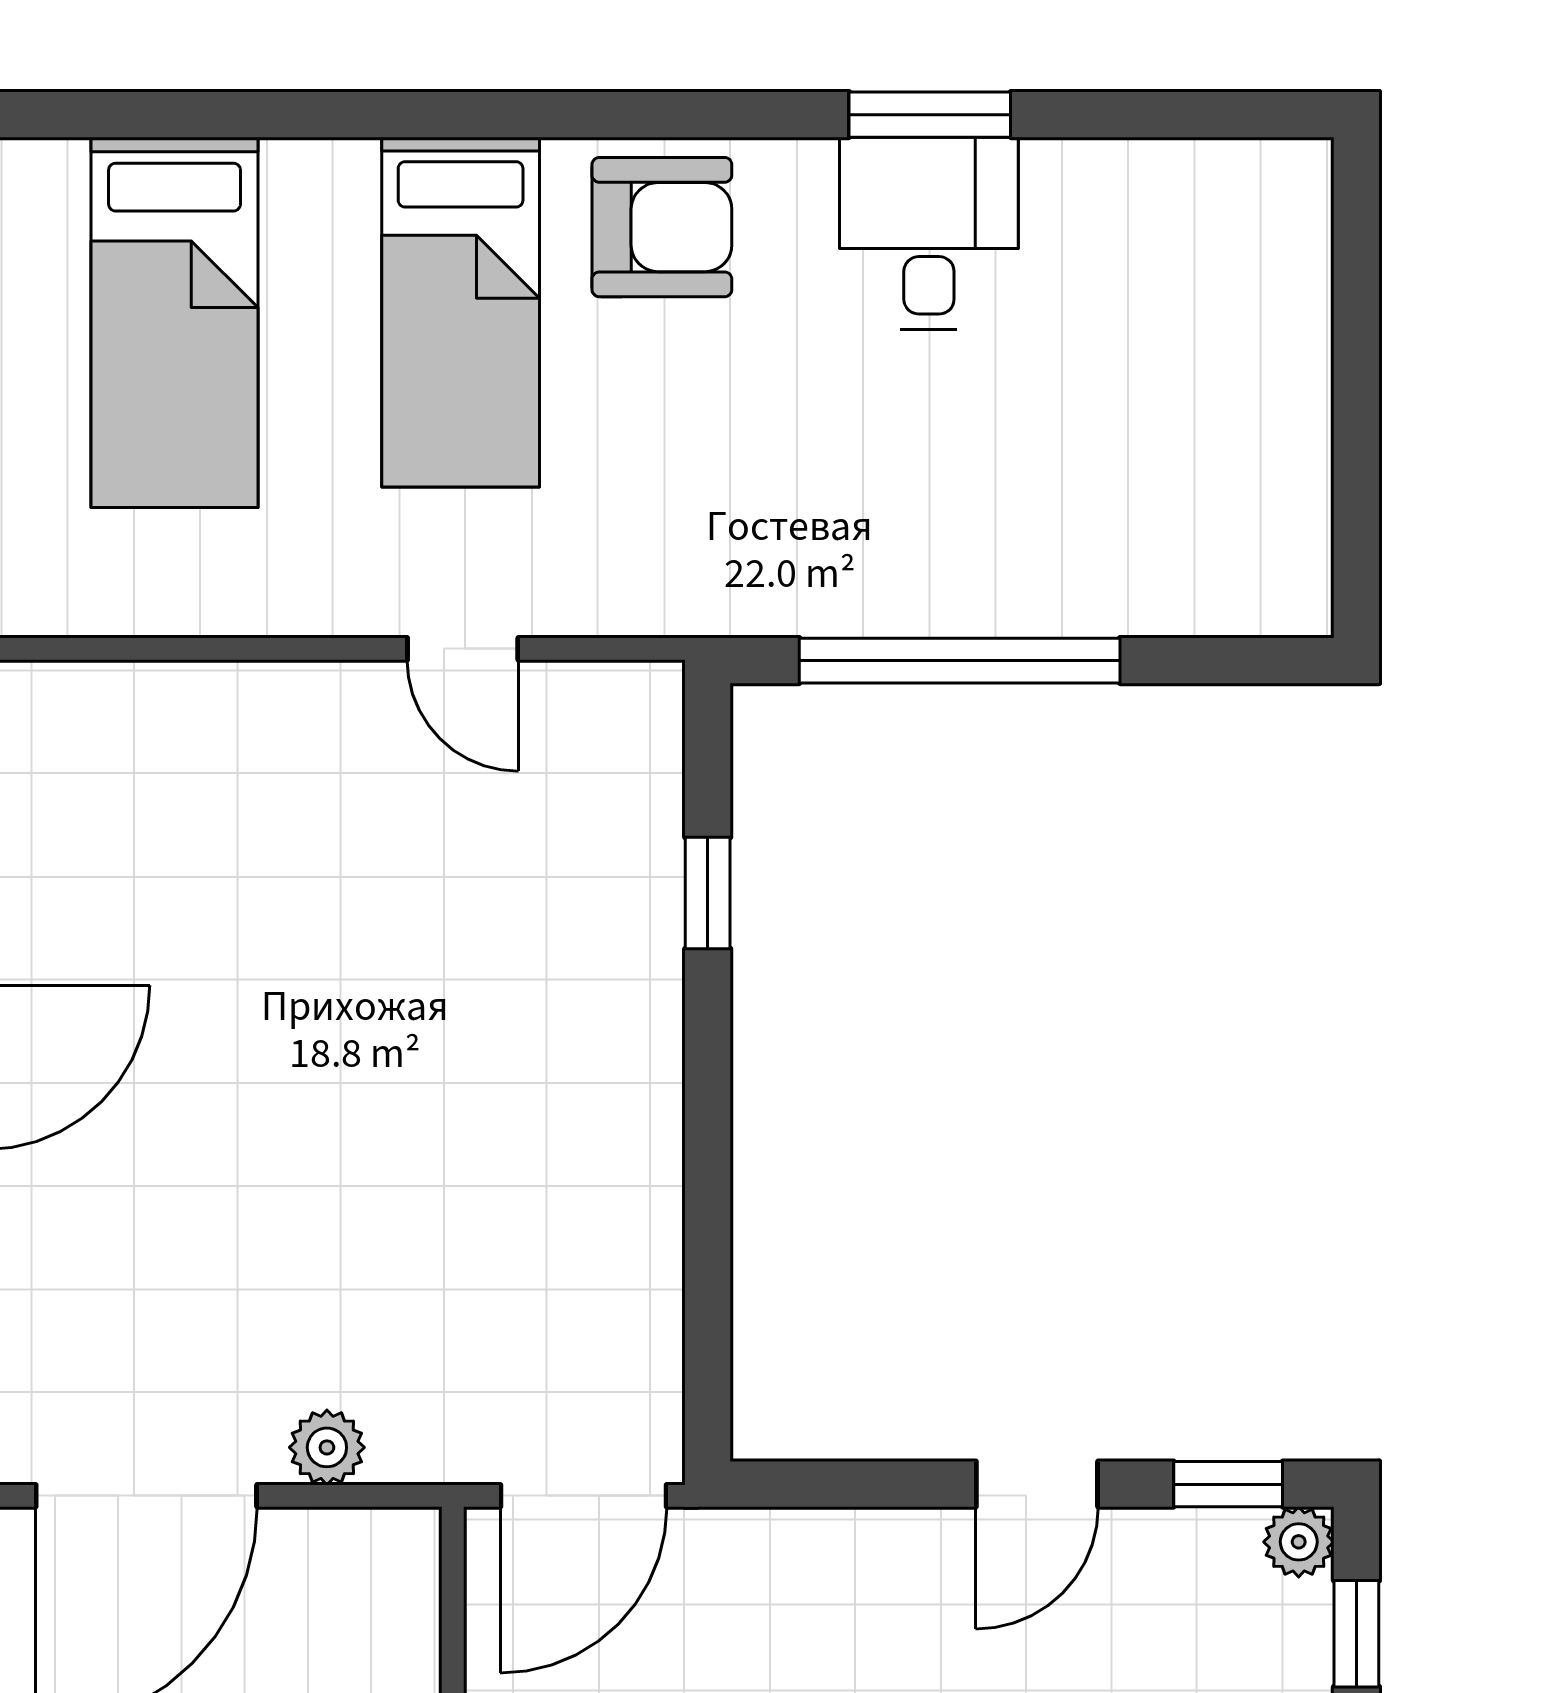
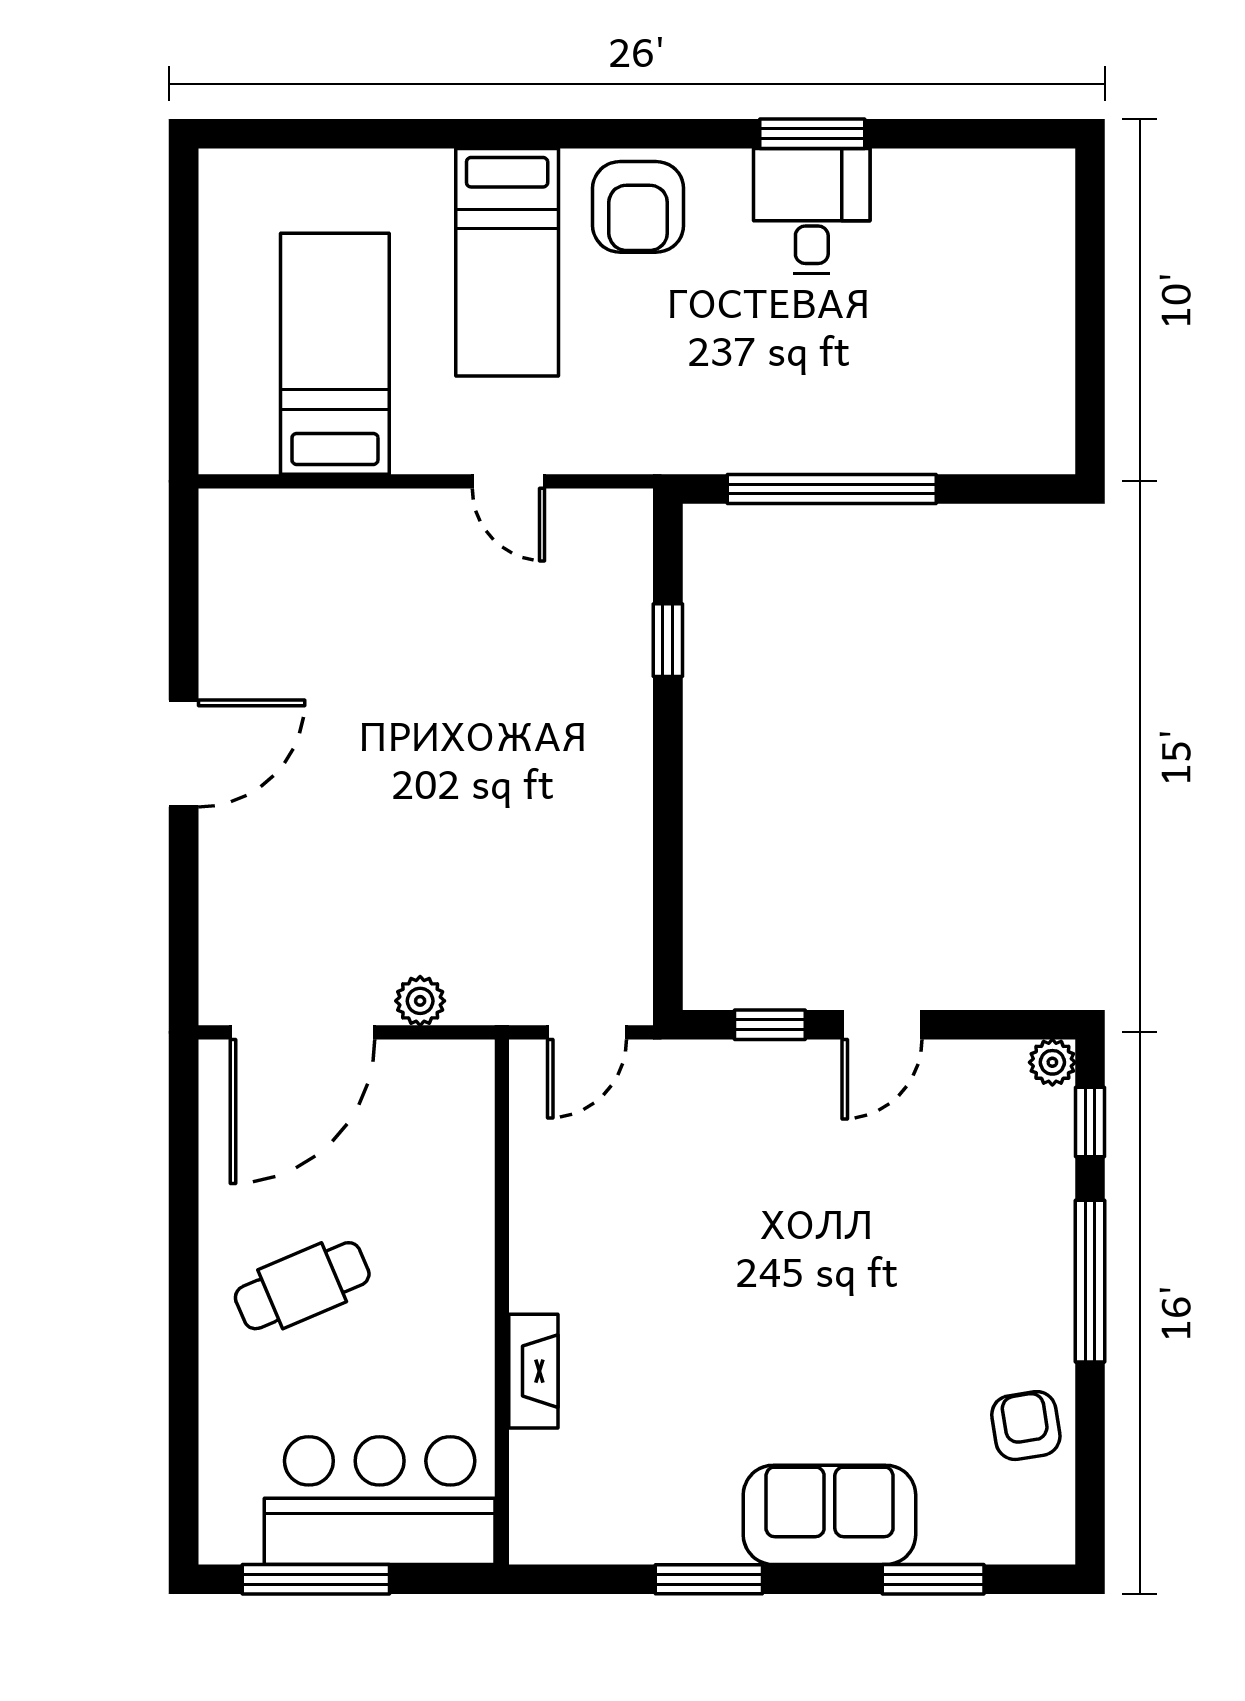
armchair: (662, 227) -> (638, 207), turned 90
bed: (175, 322) -> (335, 354), moved, turned 180
window: (1228, 1484) -> (770, 1025), moved
door: (584, 1496) -> (587, 1032), width x0.73

